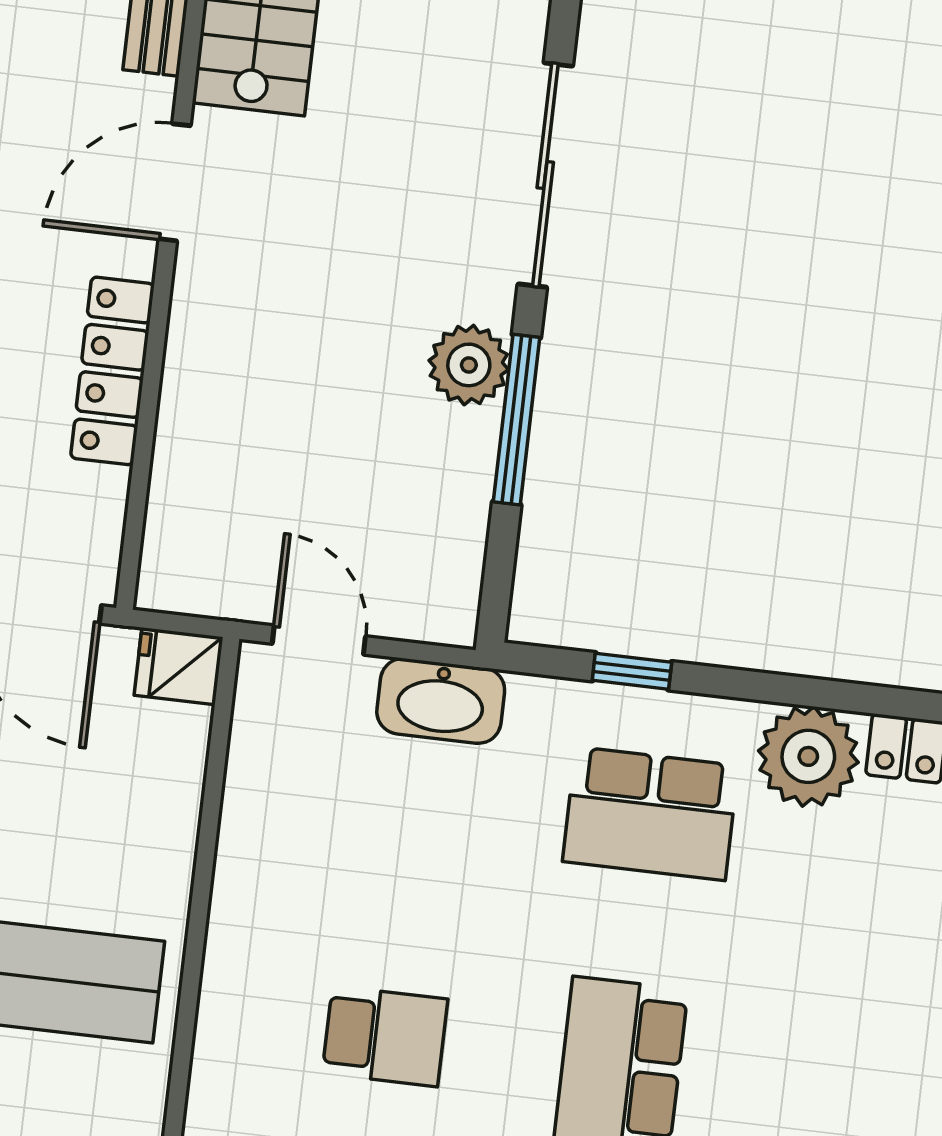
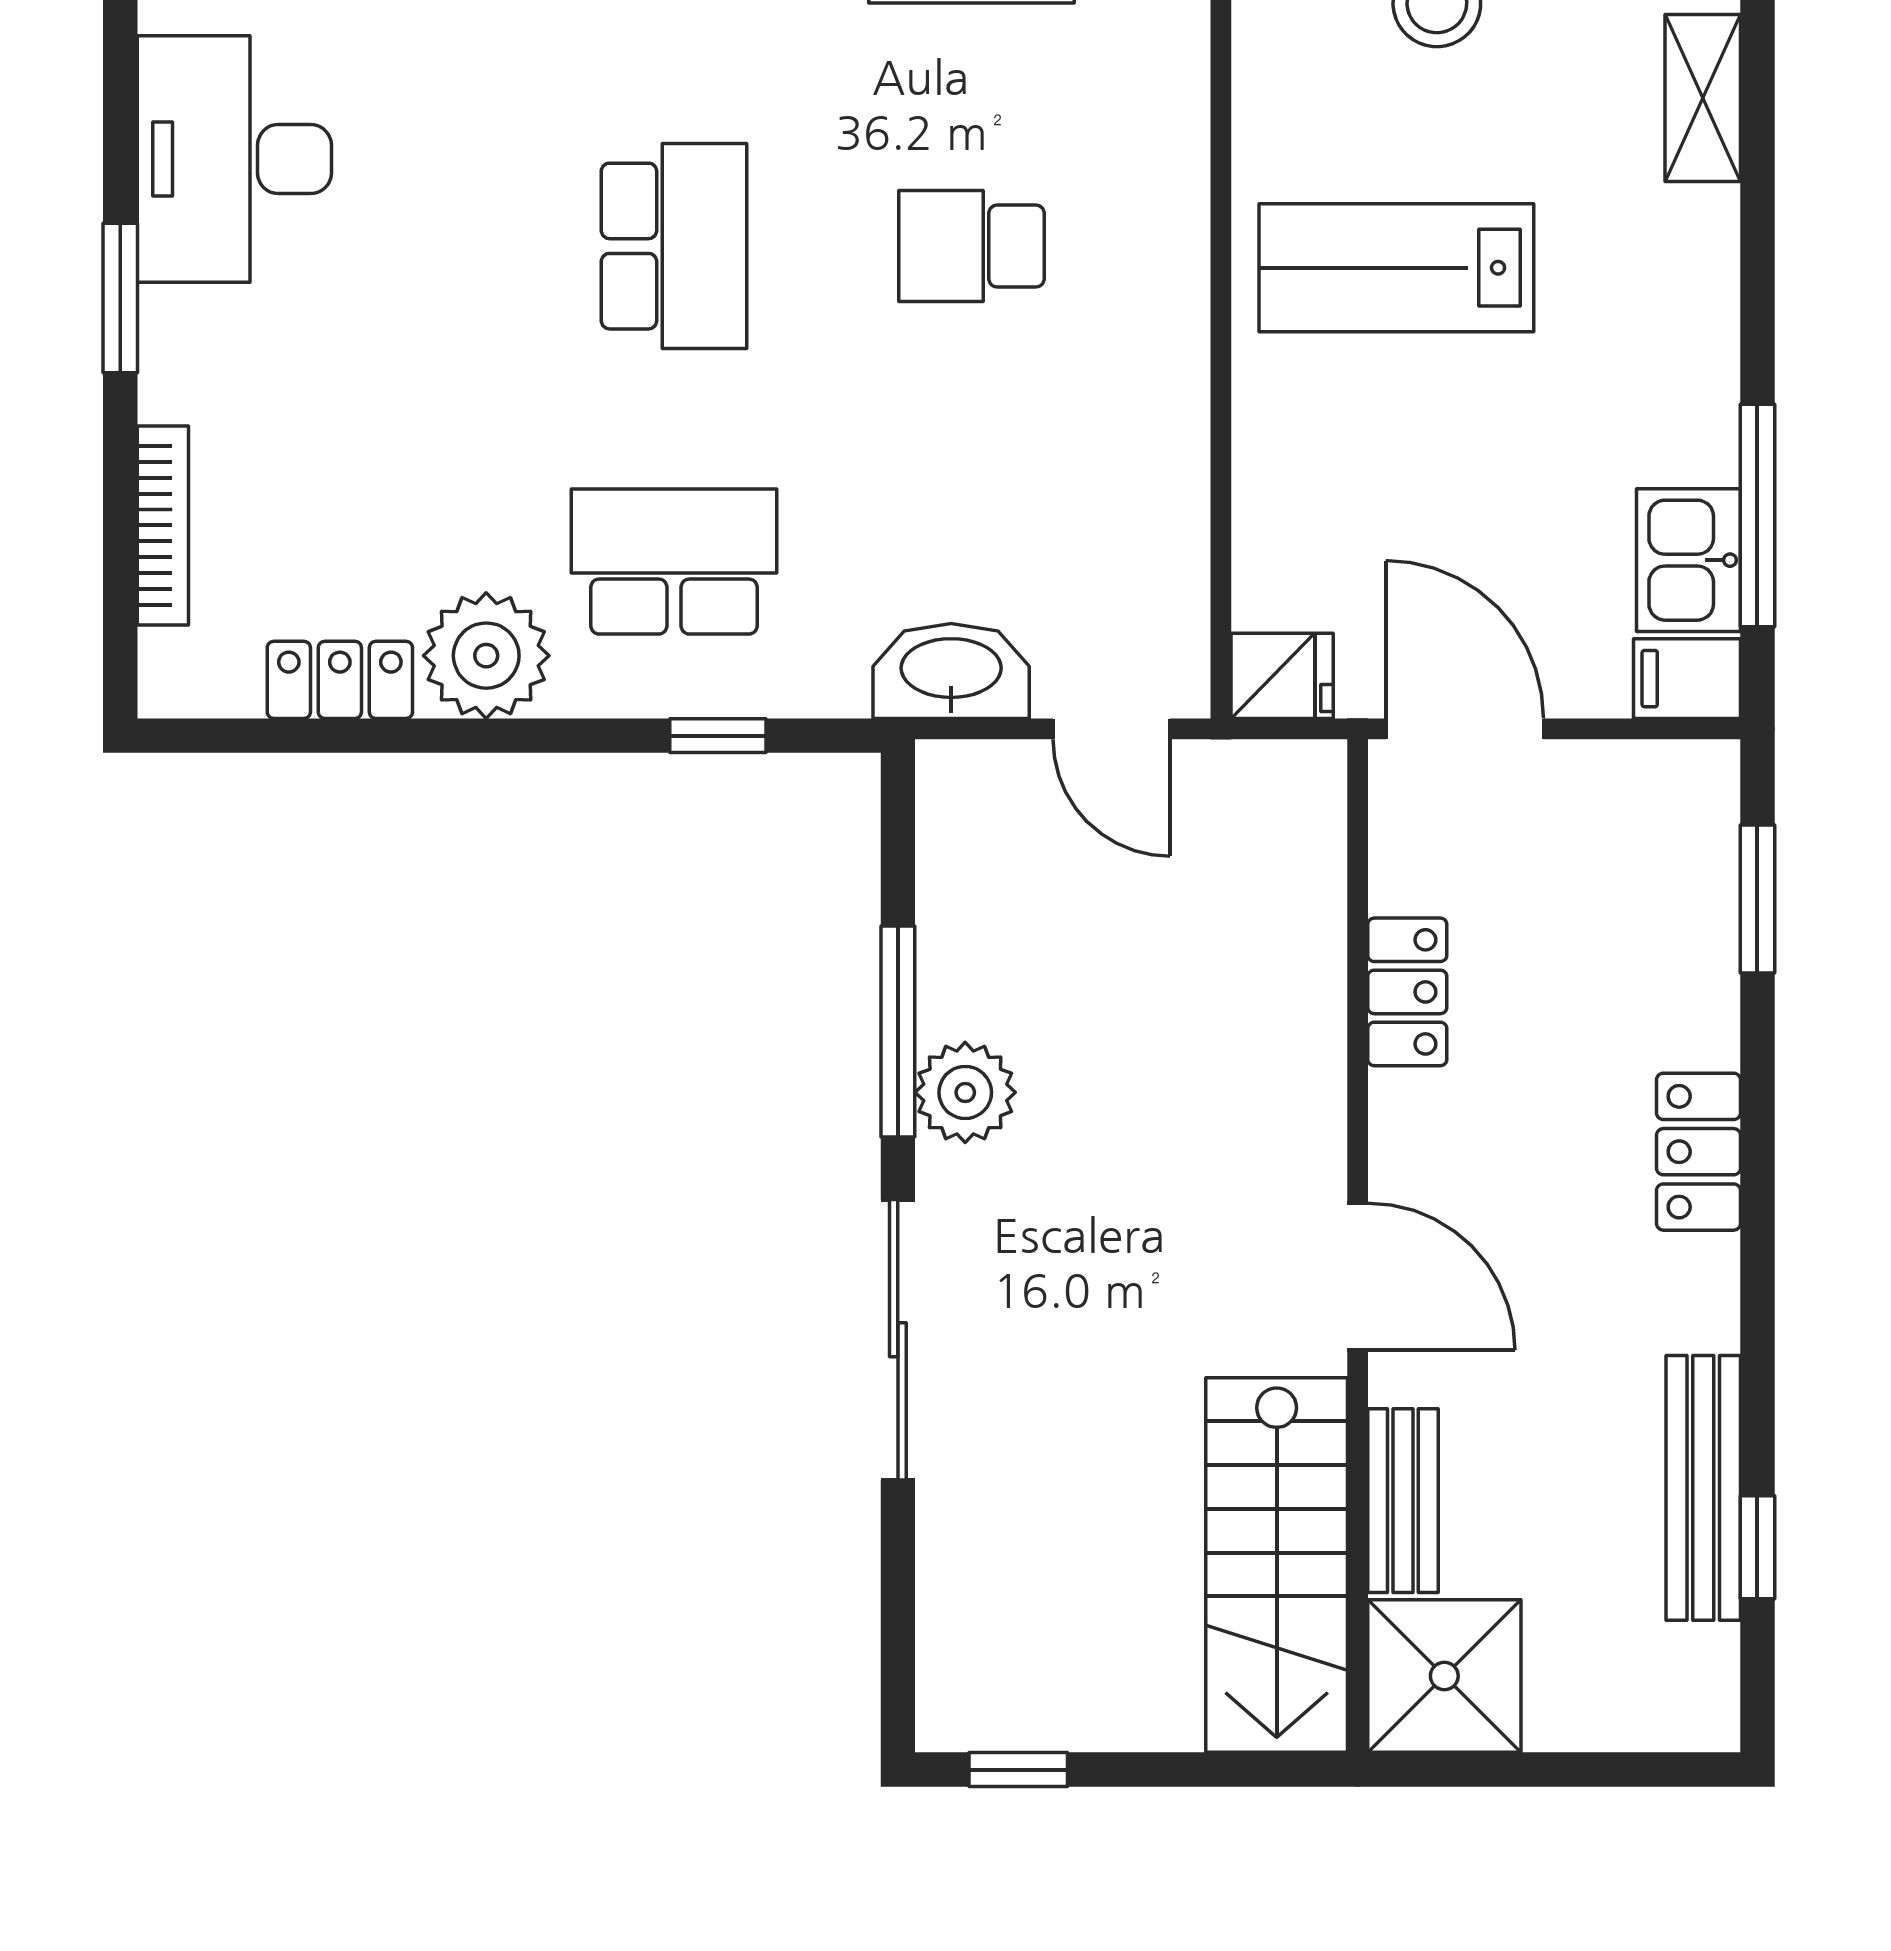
door: (175, 182) -> (1358, 1277), hinge flipped
locker: (112, 371) -> (1407, 992), width x0.66

